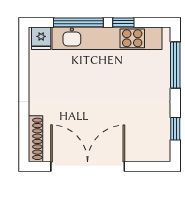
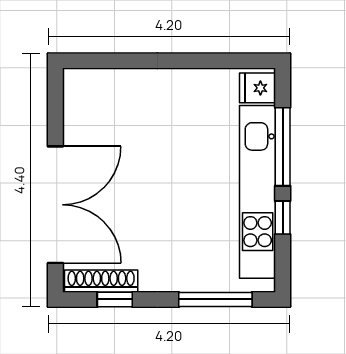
shoe rack: (36, 139) -> (101, 281), moved, turned 180
double door: (88, 166) -> (55, 205), moved

